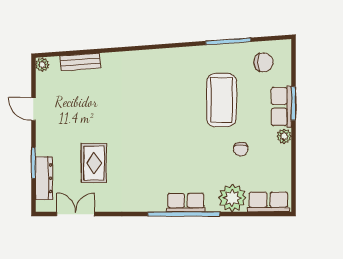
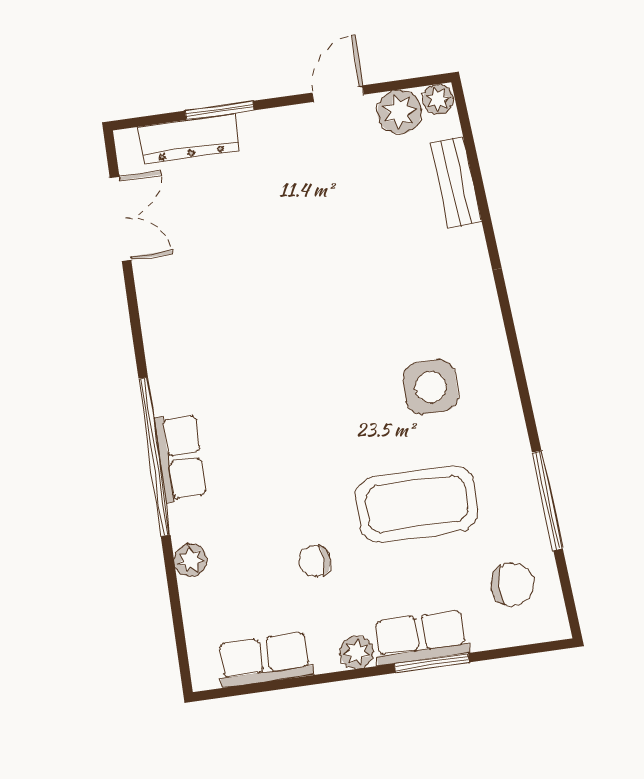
chair: (263, 62) -> (512, 584), turned -90
plant: (45, 83) -> (399, 112), added
side table: (170, 86) -> (431, 387), added
rug: (94, 163) -> (238, 243), removed
plant: (232, 198) -> (190, 560), width x0.53, depth x0.53
row of seats: (268, 202) -> (265, 660), moved, turned -90

